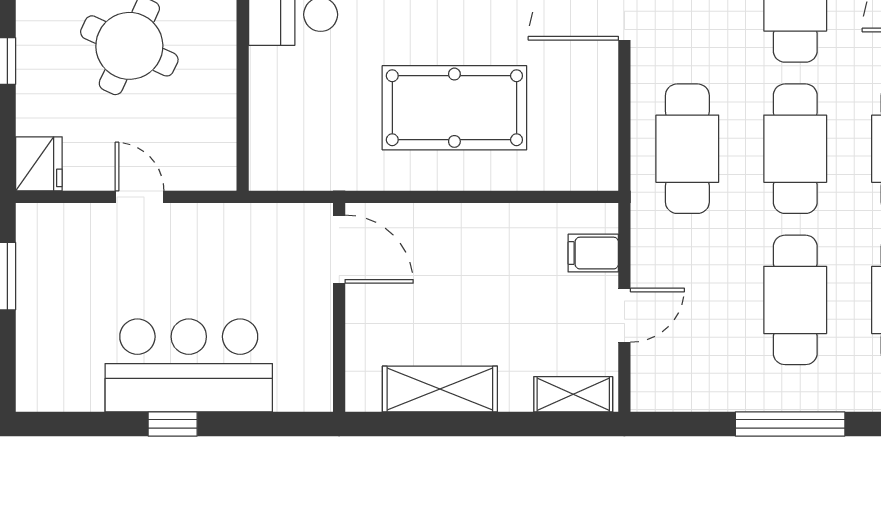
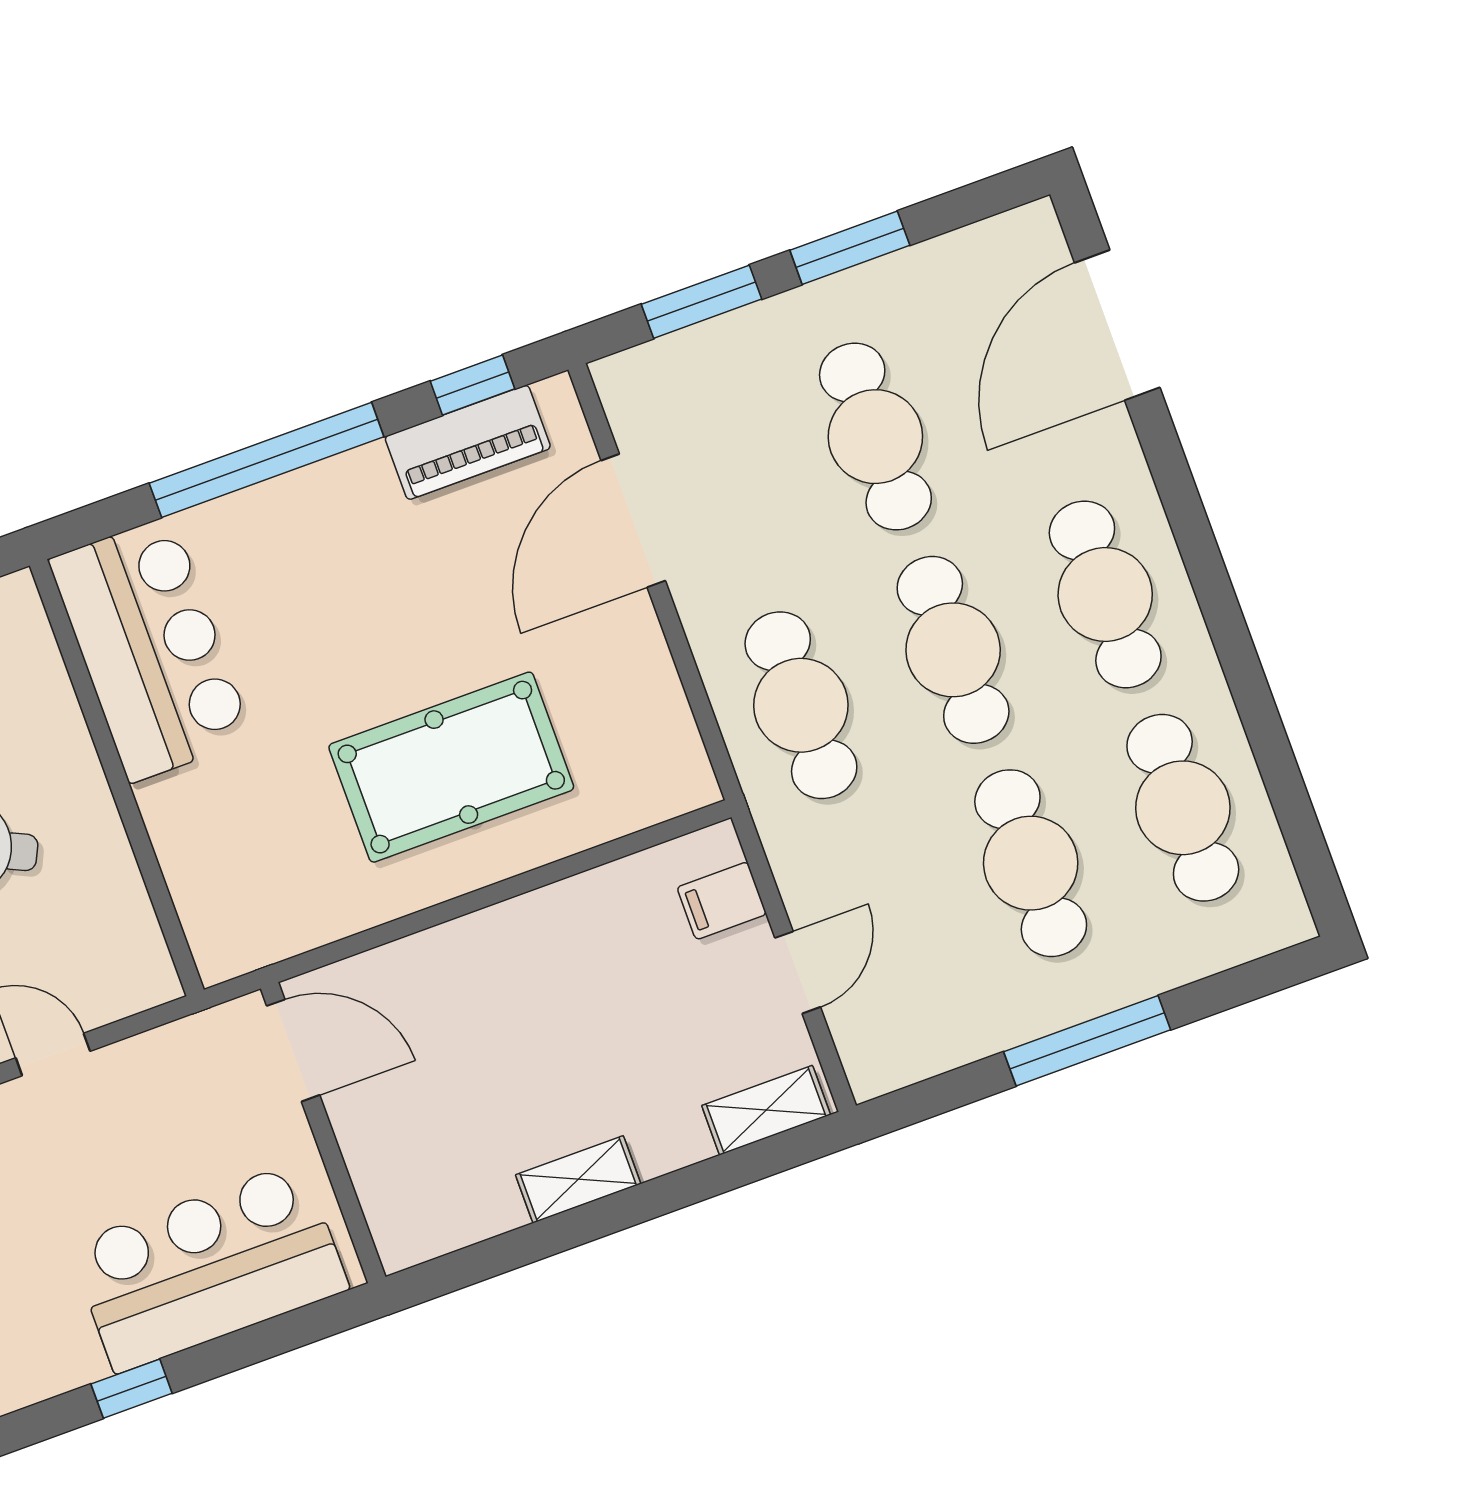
door: (339, 249) -> (293, 1050), moved
wall: (339, 307) -> (323, 1133), moved
shelving: (440, 389) -> (578, 1179), width x0.67, depth x0.75
window: (173, 424) -> (132, 1389), moved

